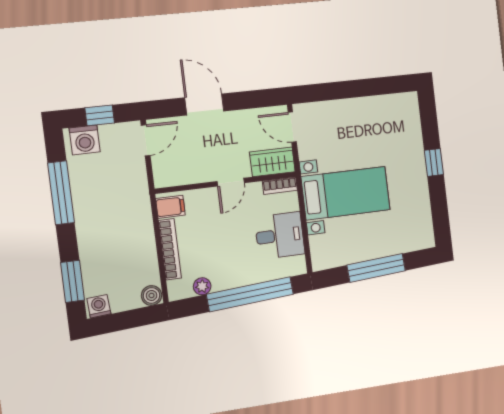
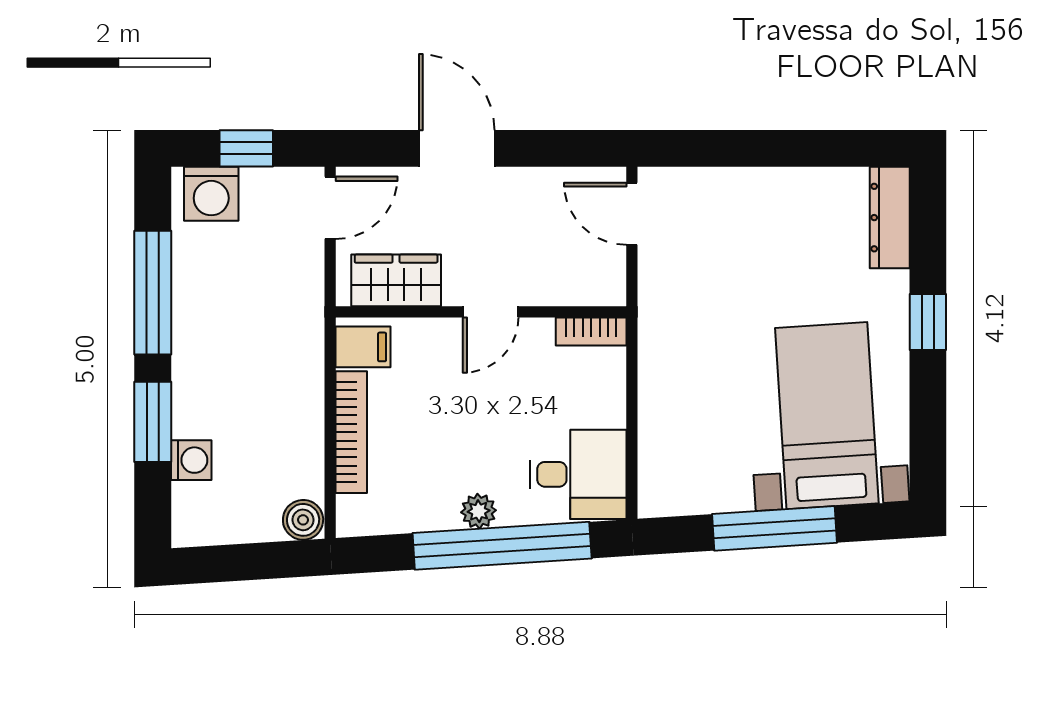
dresser: (411, 116) -> (890, 218), added
wardrobe: (272, 162) -> (396, 280), moved
bed with nightstands: (346, 193) -> (827, 416), moved, turned -94
desk: (280, 236) -> (578, 474), moved
window: (72, 281) -> (153, 422), moved
plant: (202, 286) -> (479, 511), moved
washing machine: (99, 306) -> (191, 460), moved, turned 94

